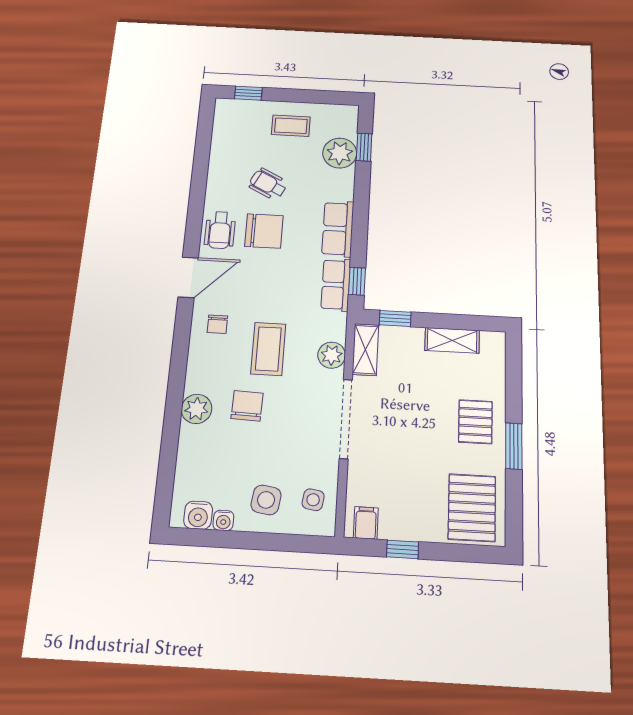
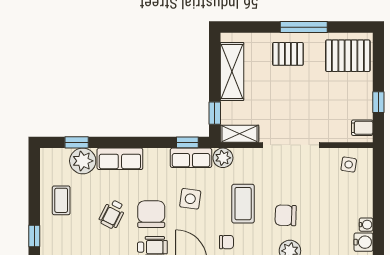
row of seats: (338, 229) -> (120, 159), moved
shelving: (452, 340) -> (232, 71), width x1.50, depth x1.33
coffee table: (268, 349) -> (243, 204), turned 90
plant: (332, 355) -> (223, 158), moved
window: (514, 446) -> (304, 27), width x1.44
side table: (266, 500) -> (190, 199), moved

